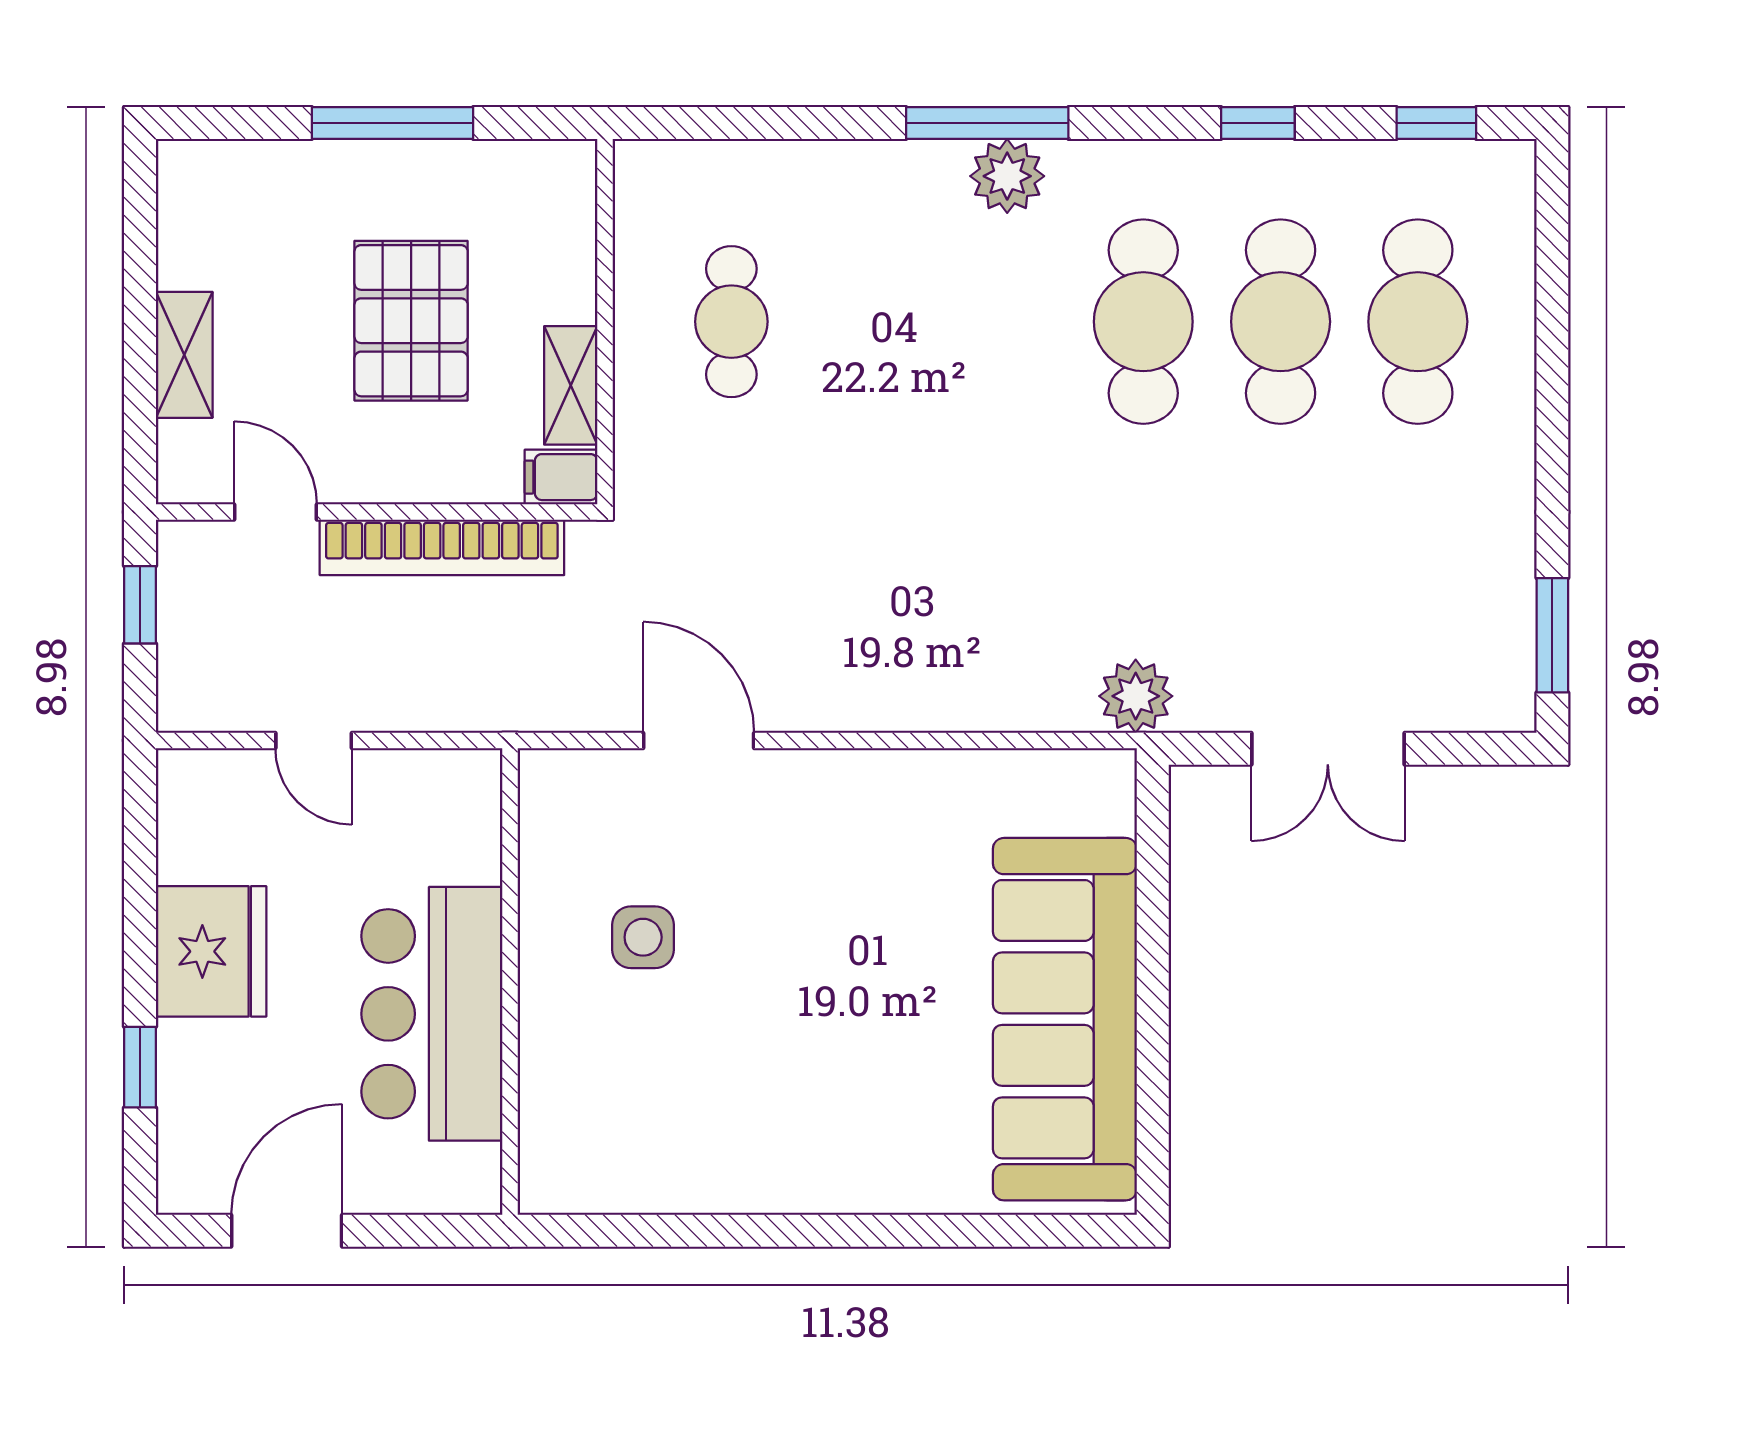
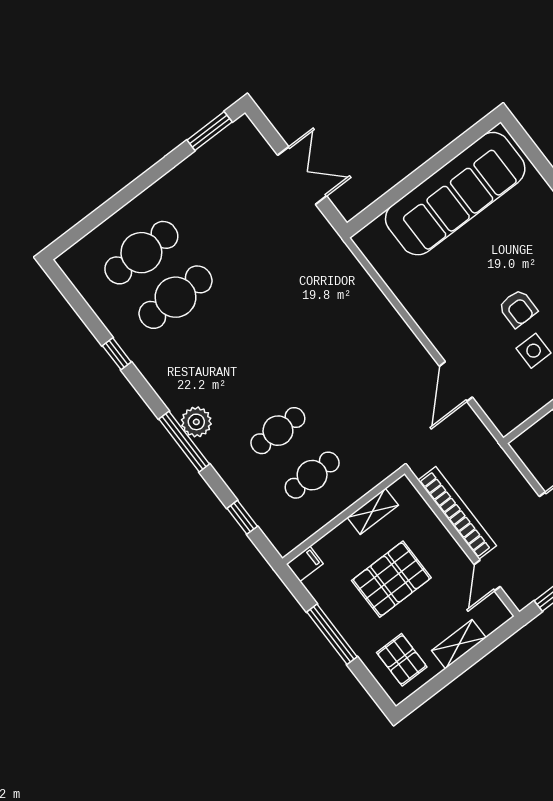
window: (1436, 123) -> (242, 517), moved
pallet: (239, 221) -> (402, 660), added
cafe table: (1143, 322) -> (278, 431), moved, width x0.73, depth x0.74
filing cabinet: (561, 477) -> (305, 564), moved, turned -90
plant: (1136, 696) -> (333, 251), removed
armchair: (749, 970) -> (518, 308), added

